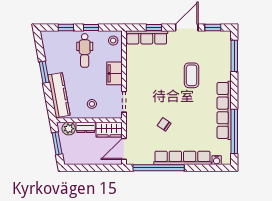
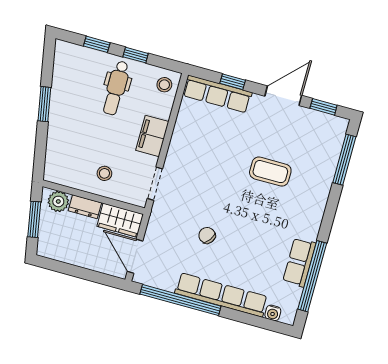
coffee table: (192, 75) -> (270, 172), turned 90
kitchen counter: (59, 95) -> (58, 146), removed
row of seats: (224, 110) -> (299, 262), width x0.50
door: (124, 149) -> (135, 256), hinge flipped

